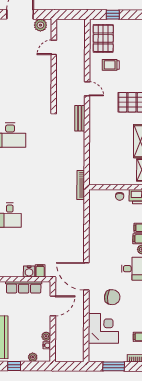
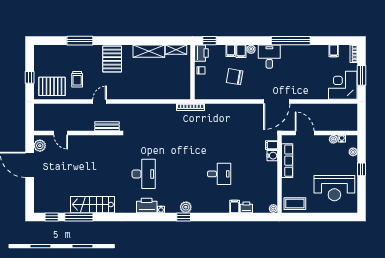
bench: (80, 118) -> (107, 126), moved
chair: (112, 297) -> (235, 77), moved, turned -86
corner desk: (103, 328) -> (343, 85), moved

